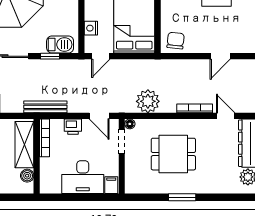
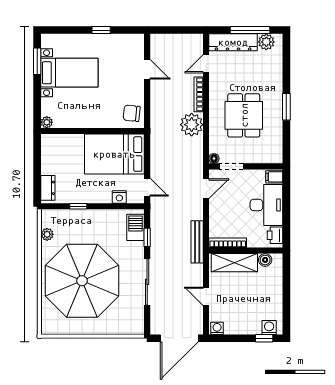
plant: (148, 101) -> (192, 125), moved
printer: (73, 127) -> (275, 235), moved, turned 180

